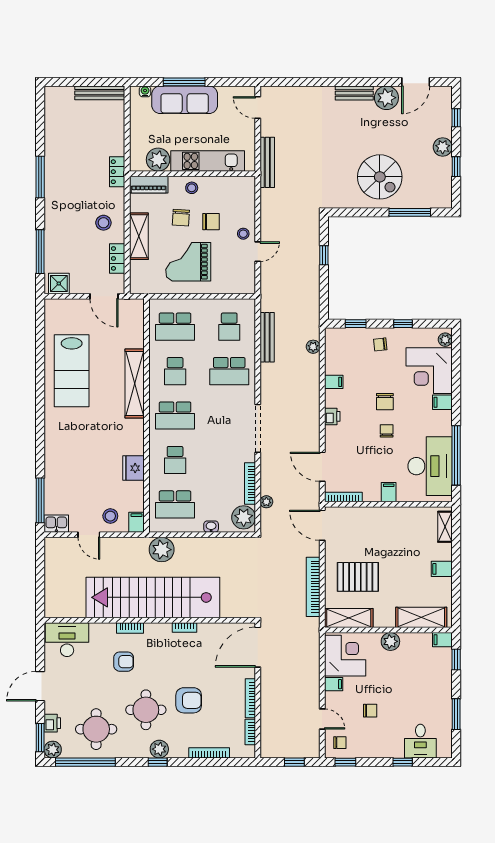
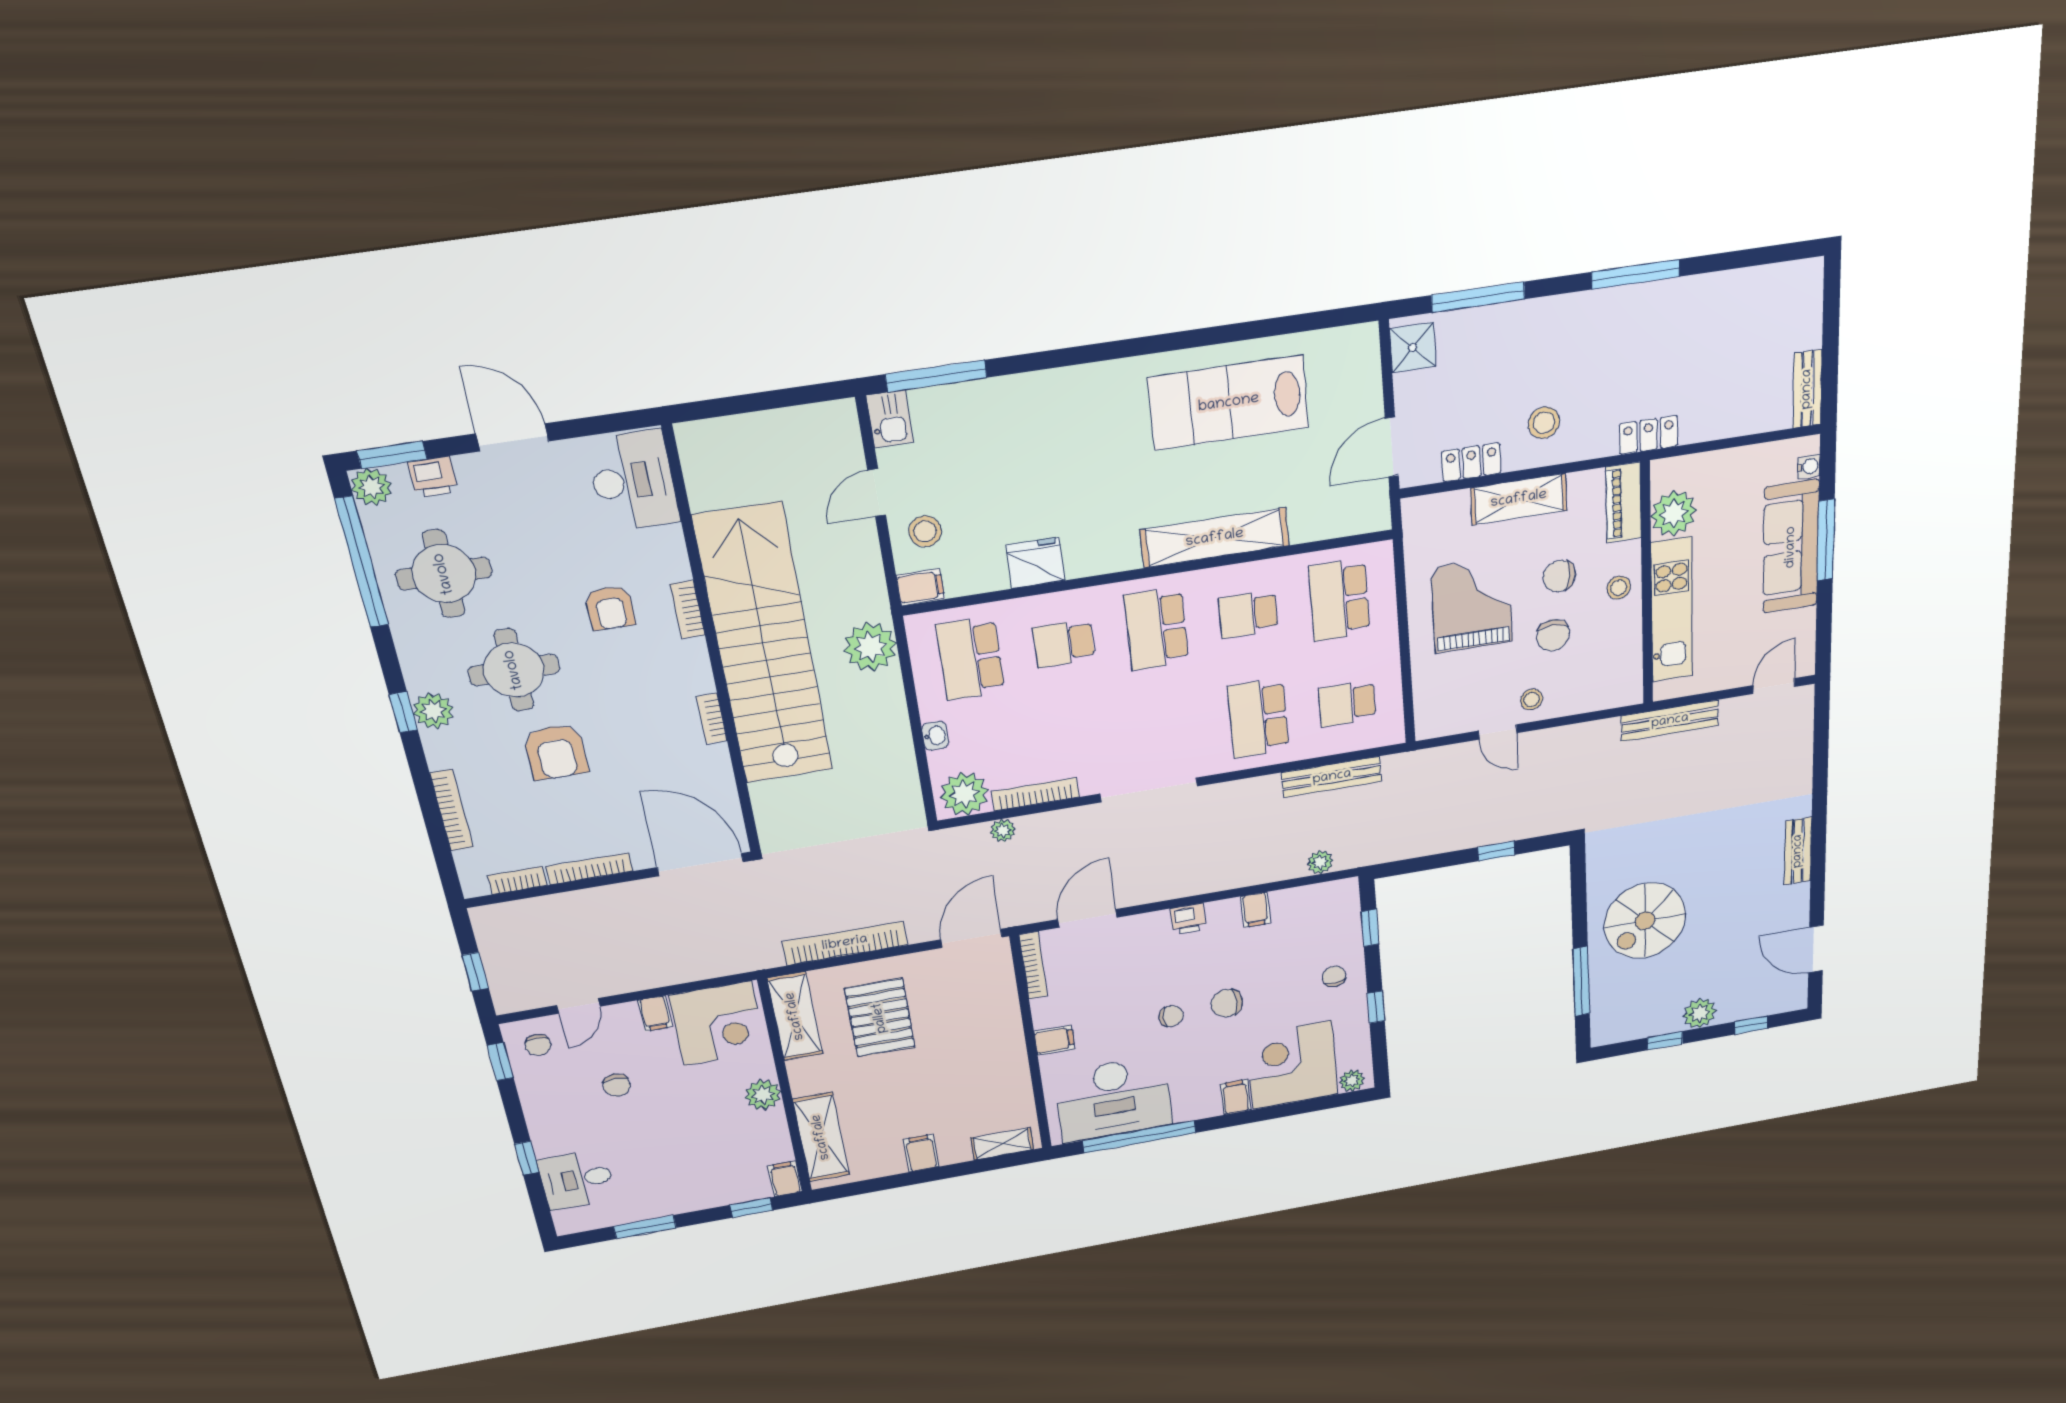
bench: (100, 93) -> (1807, 389), width x0.73
plant: (386, 98) -> (1788, 906), removed

